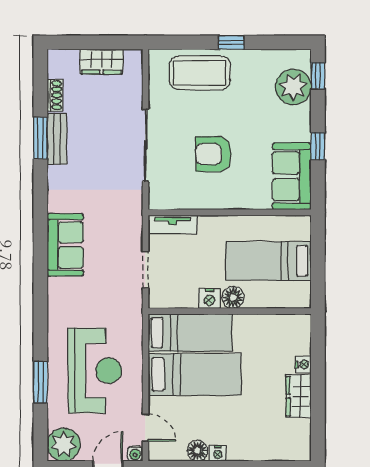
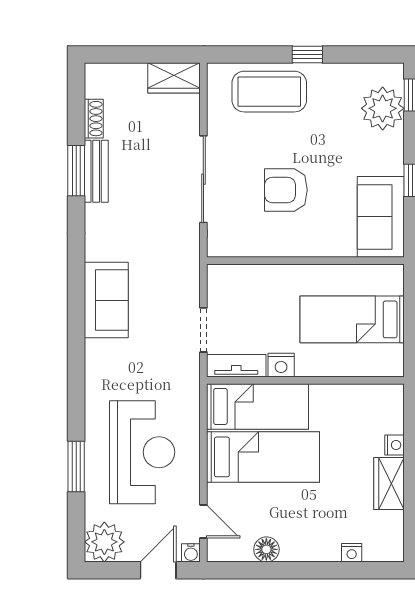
wardrobe: (101, 62) -> (174, 78), moved
tv unit: (173, 224) -> (236, 366), moved, turned 180
floor lamp: (233, 297) -> (310, 364), removed
nightstand: (218, 453) -> (352, 553), moved

